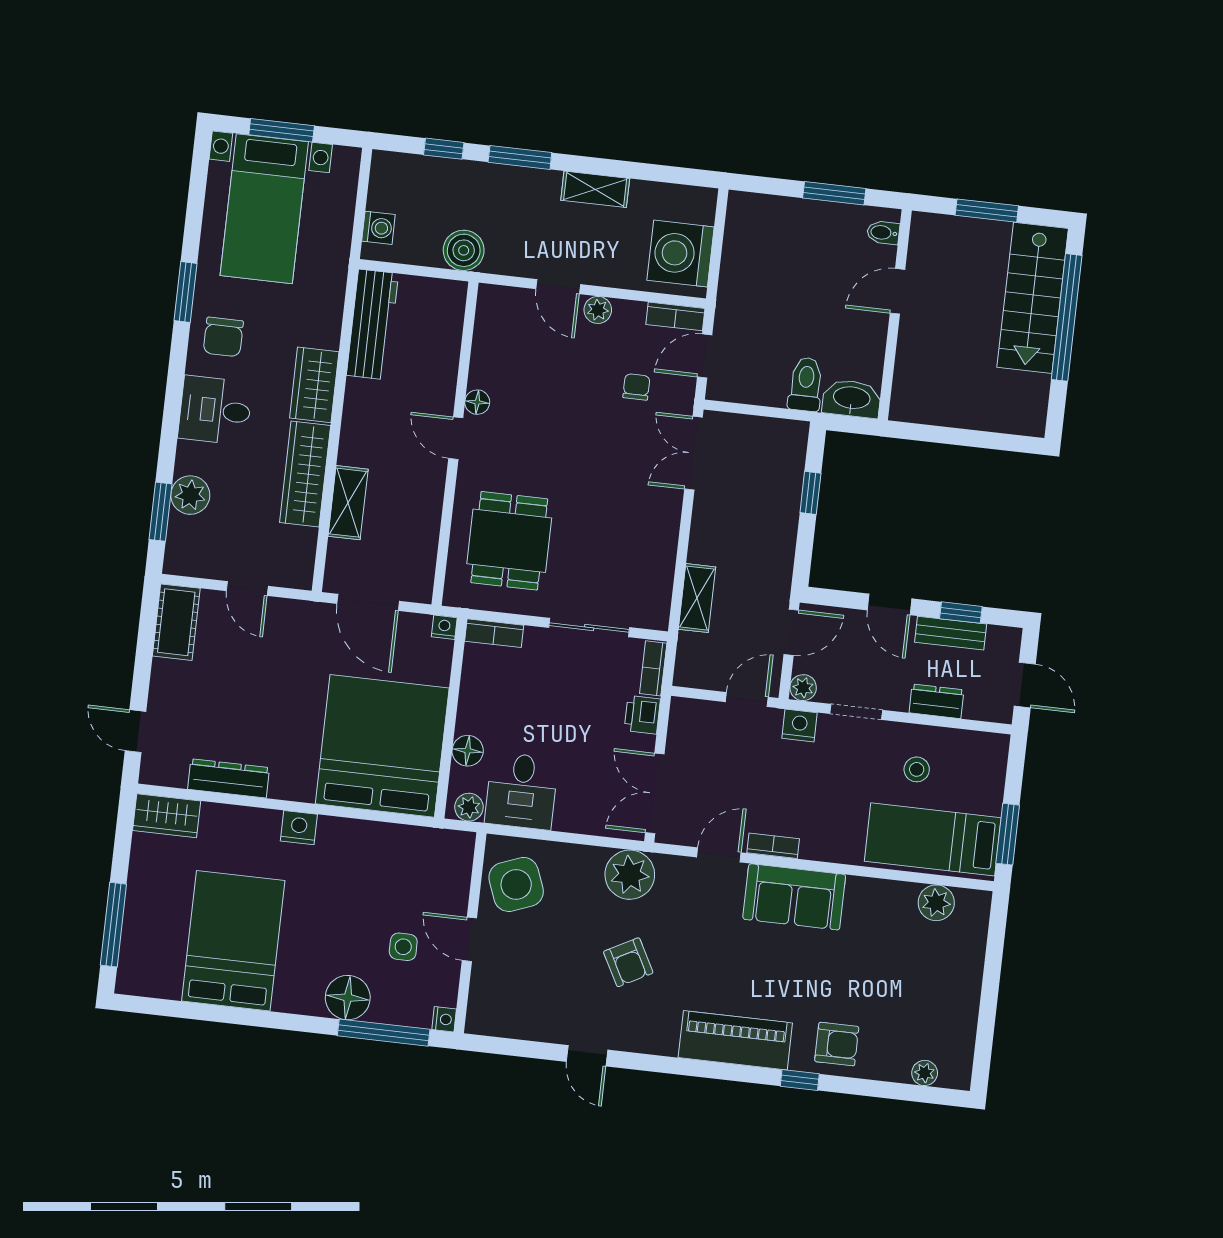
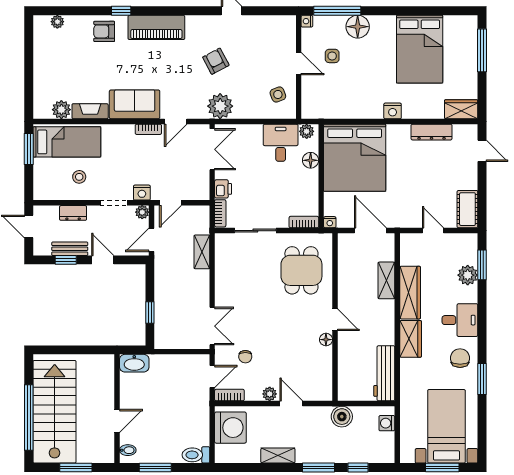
stairs: (1033, 298) -> (55, 412), width x1.36, depth x1.51
toilet: (806, 384) -> (196, 455), moved, turned 90
side table: (516, 884) -> (278, 94), width x0.54, depth x0.54
fireplace: (881, 893) -> (90, 111), added

